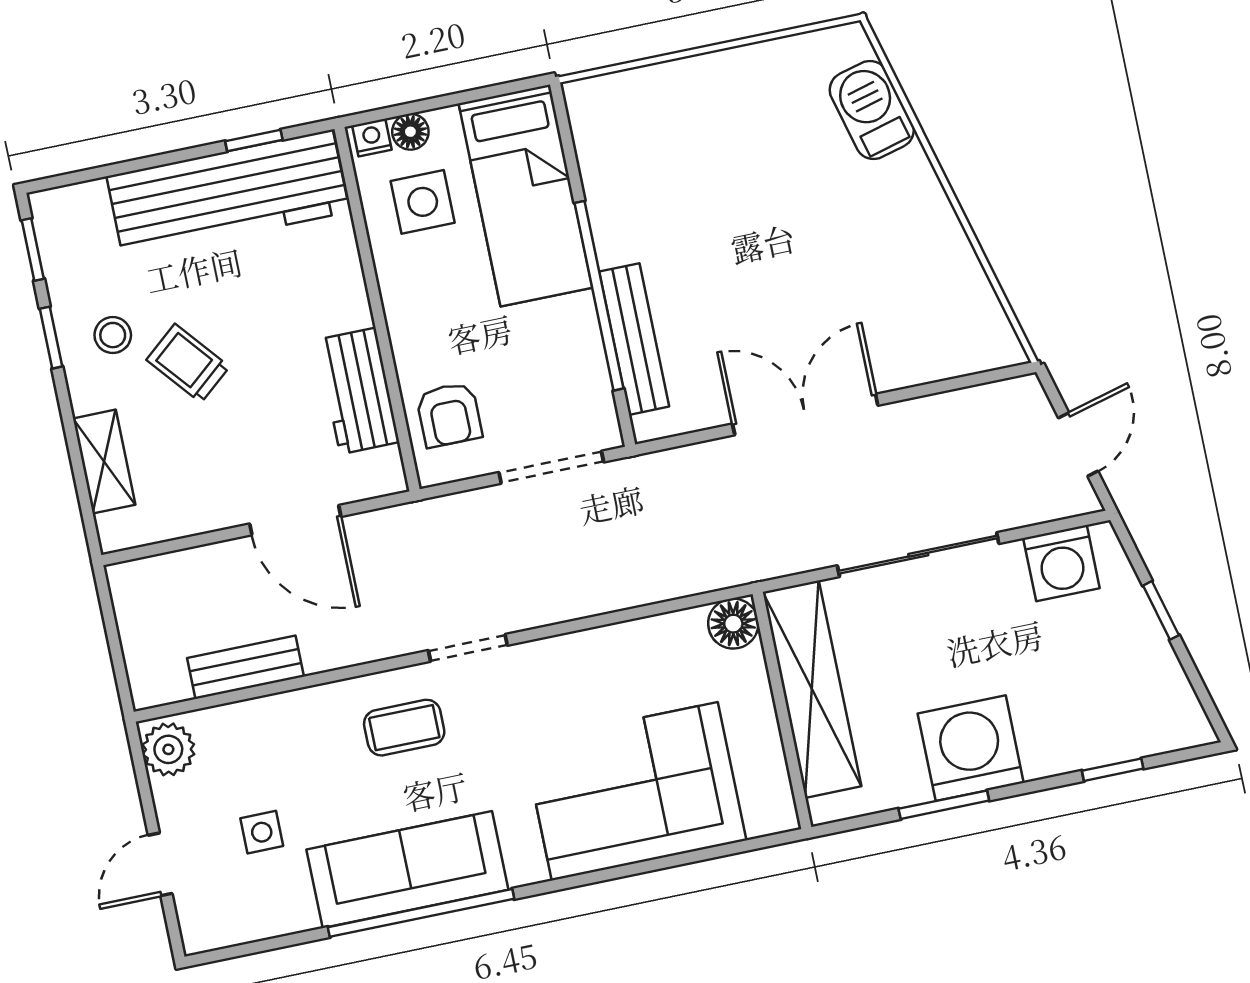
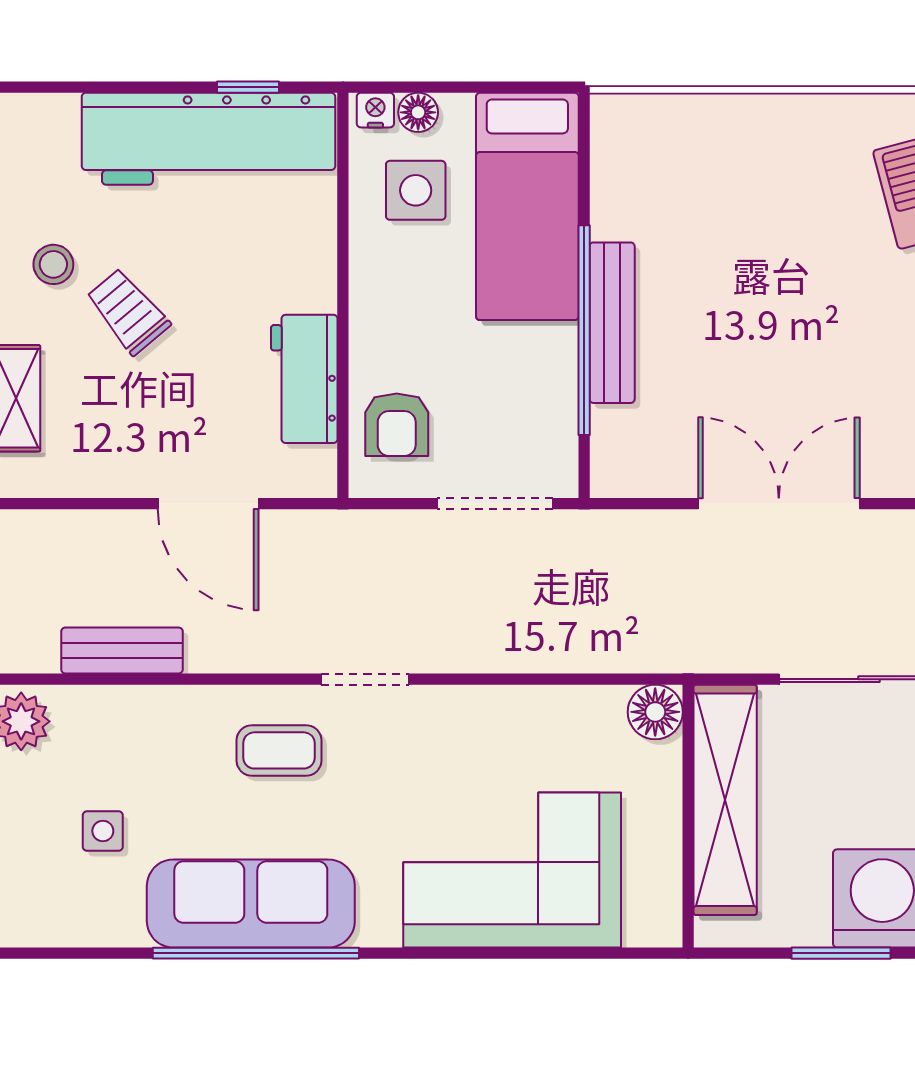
bench: (634, 339) -> (612, 323), moved

